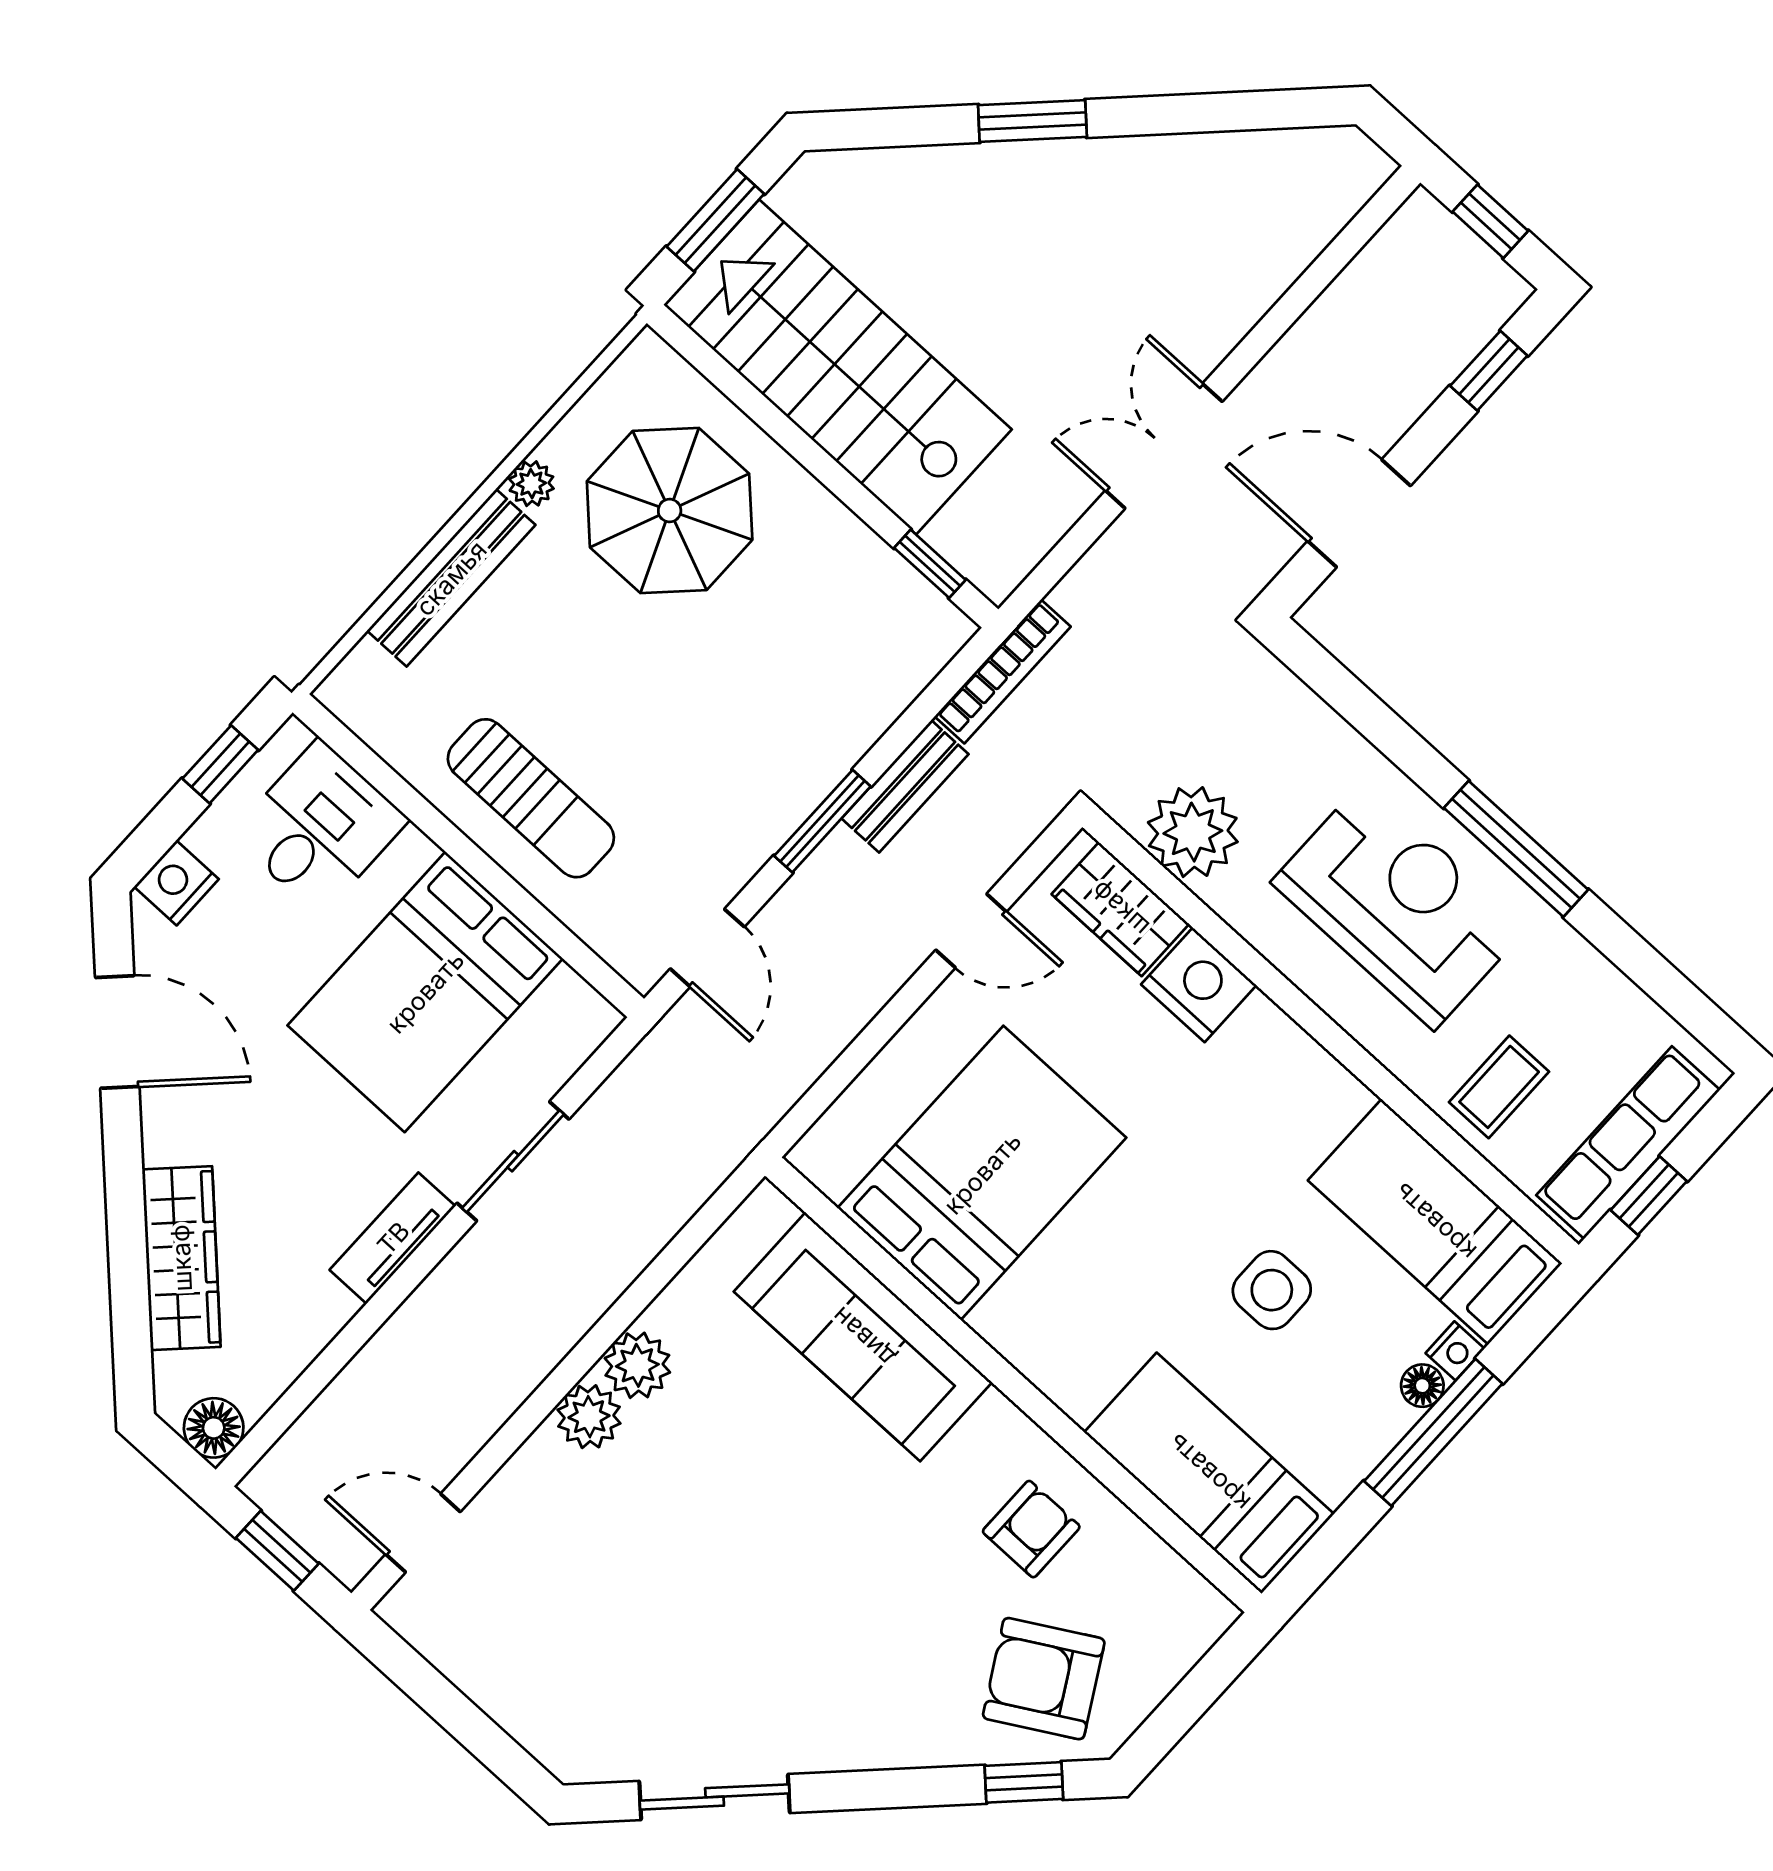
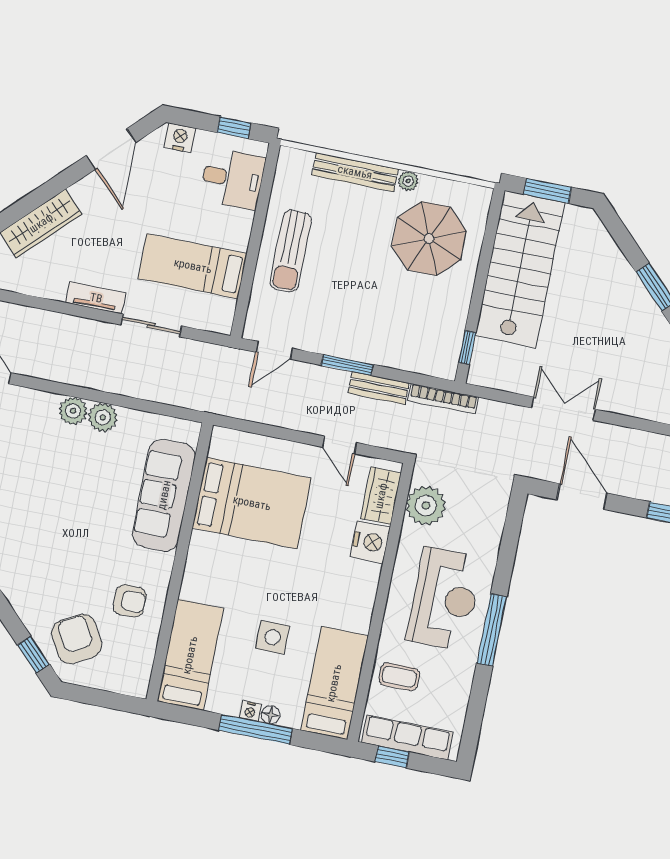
bed: (425, 992) -> (193, 266), width x0.67
nightstand: (1455, 1351) -> (250, 711), moved

